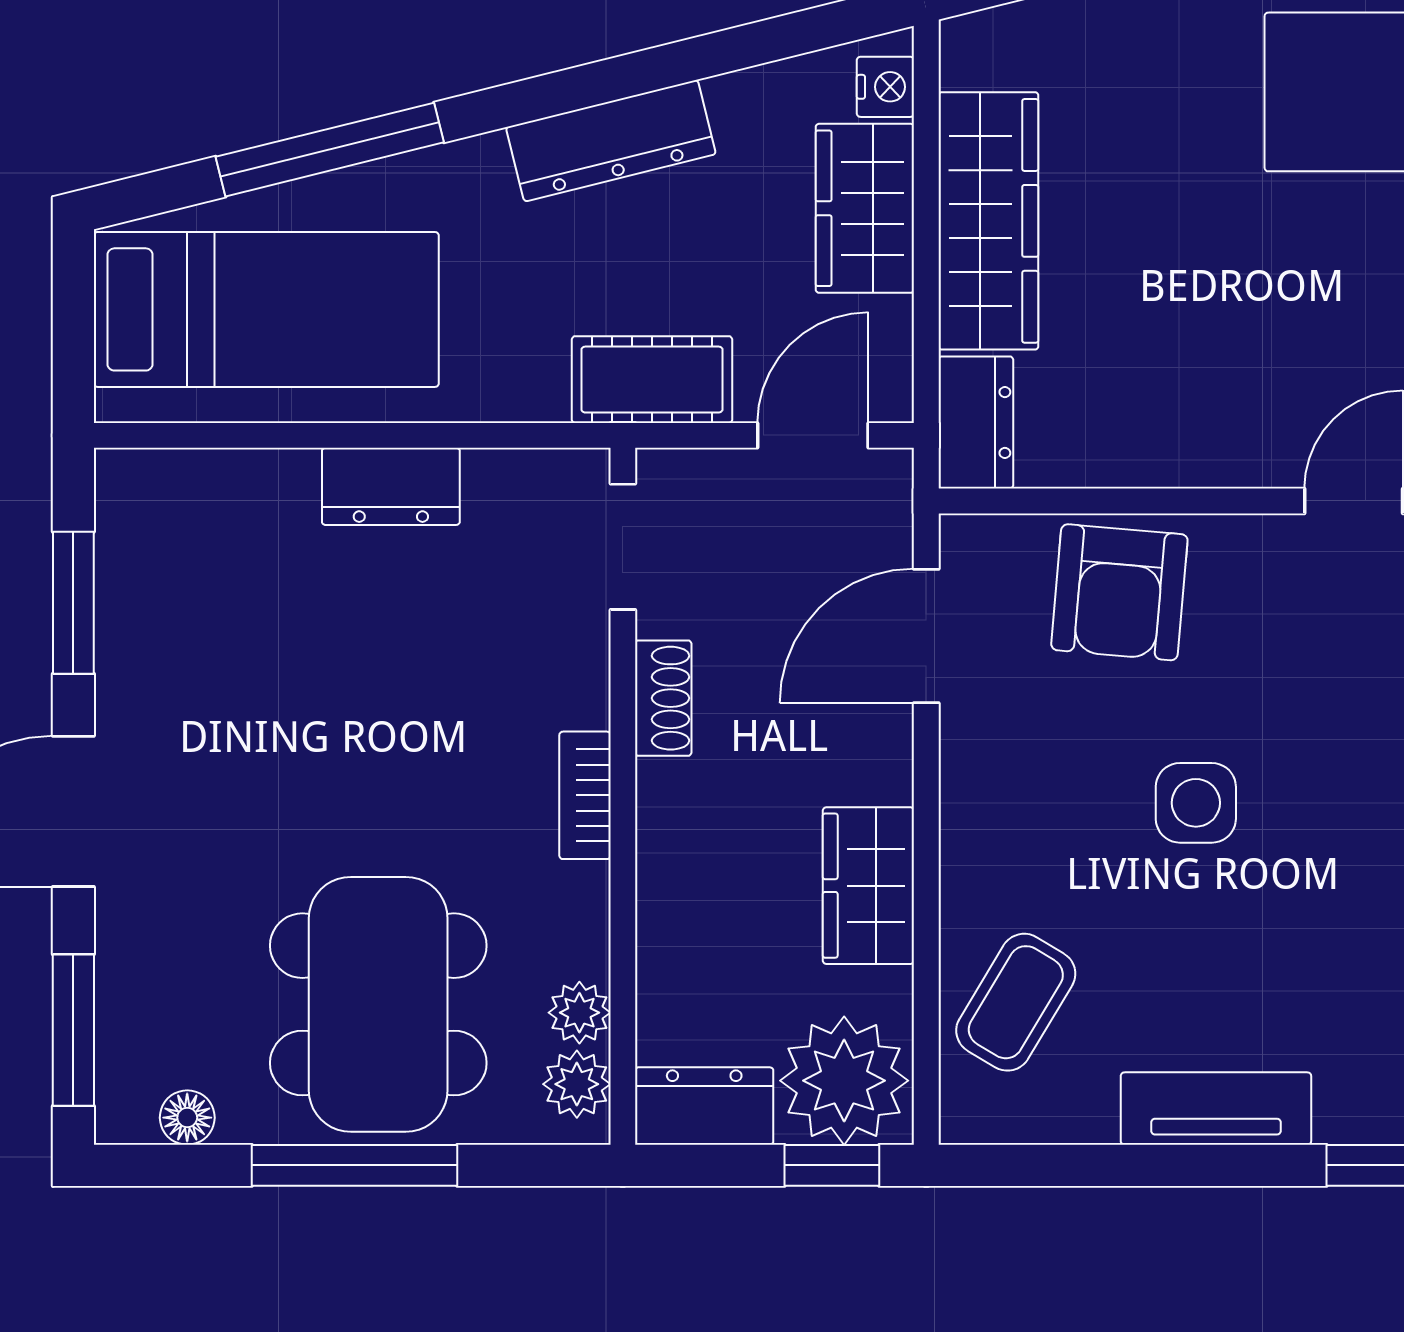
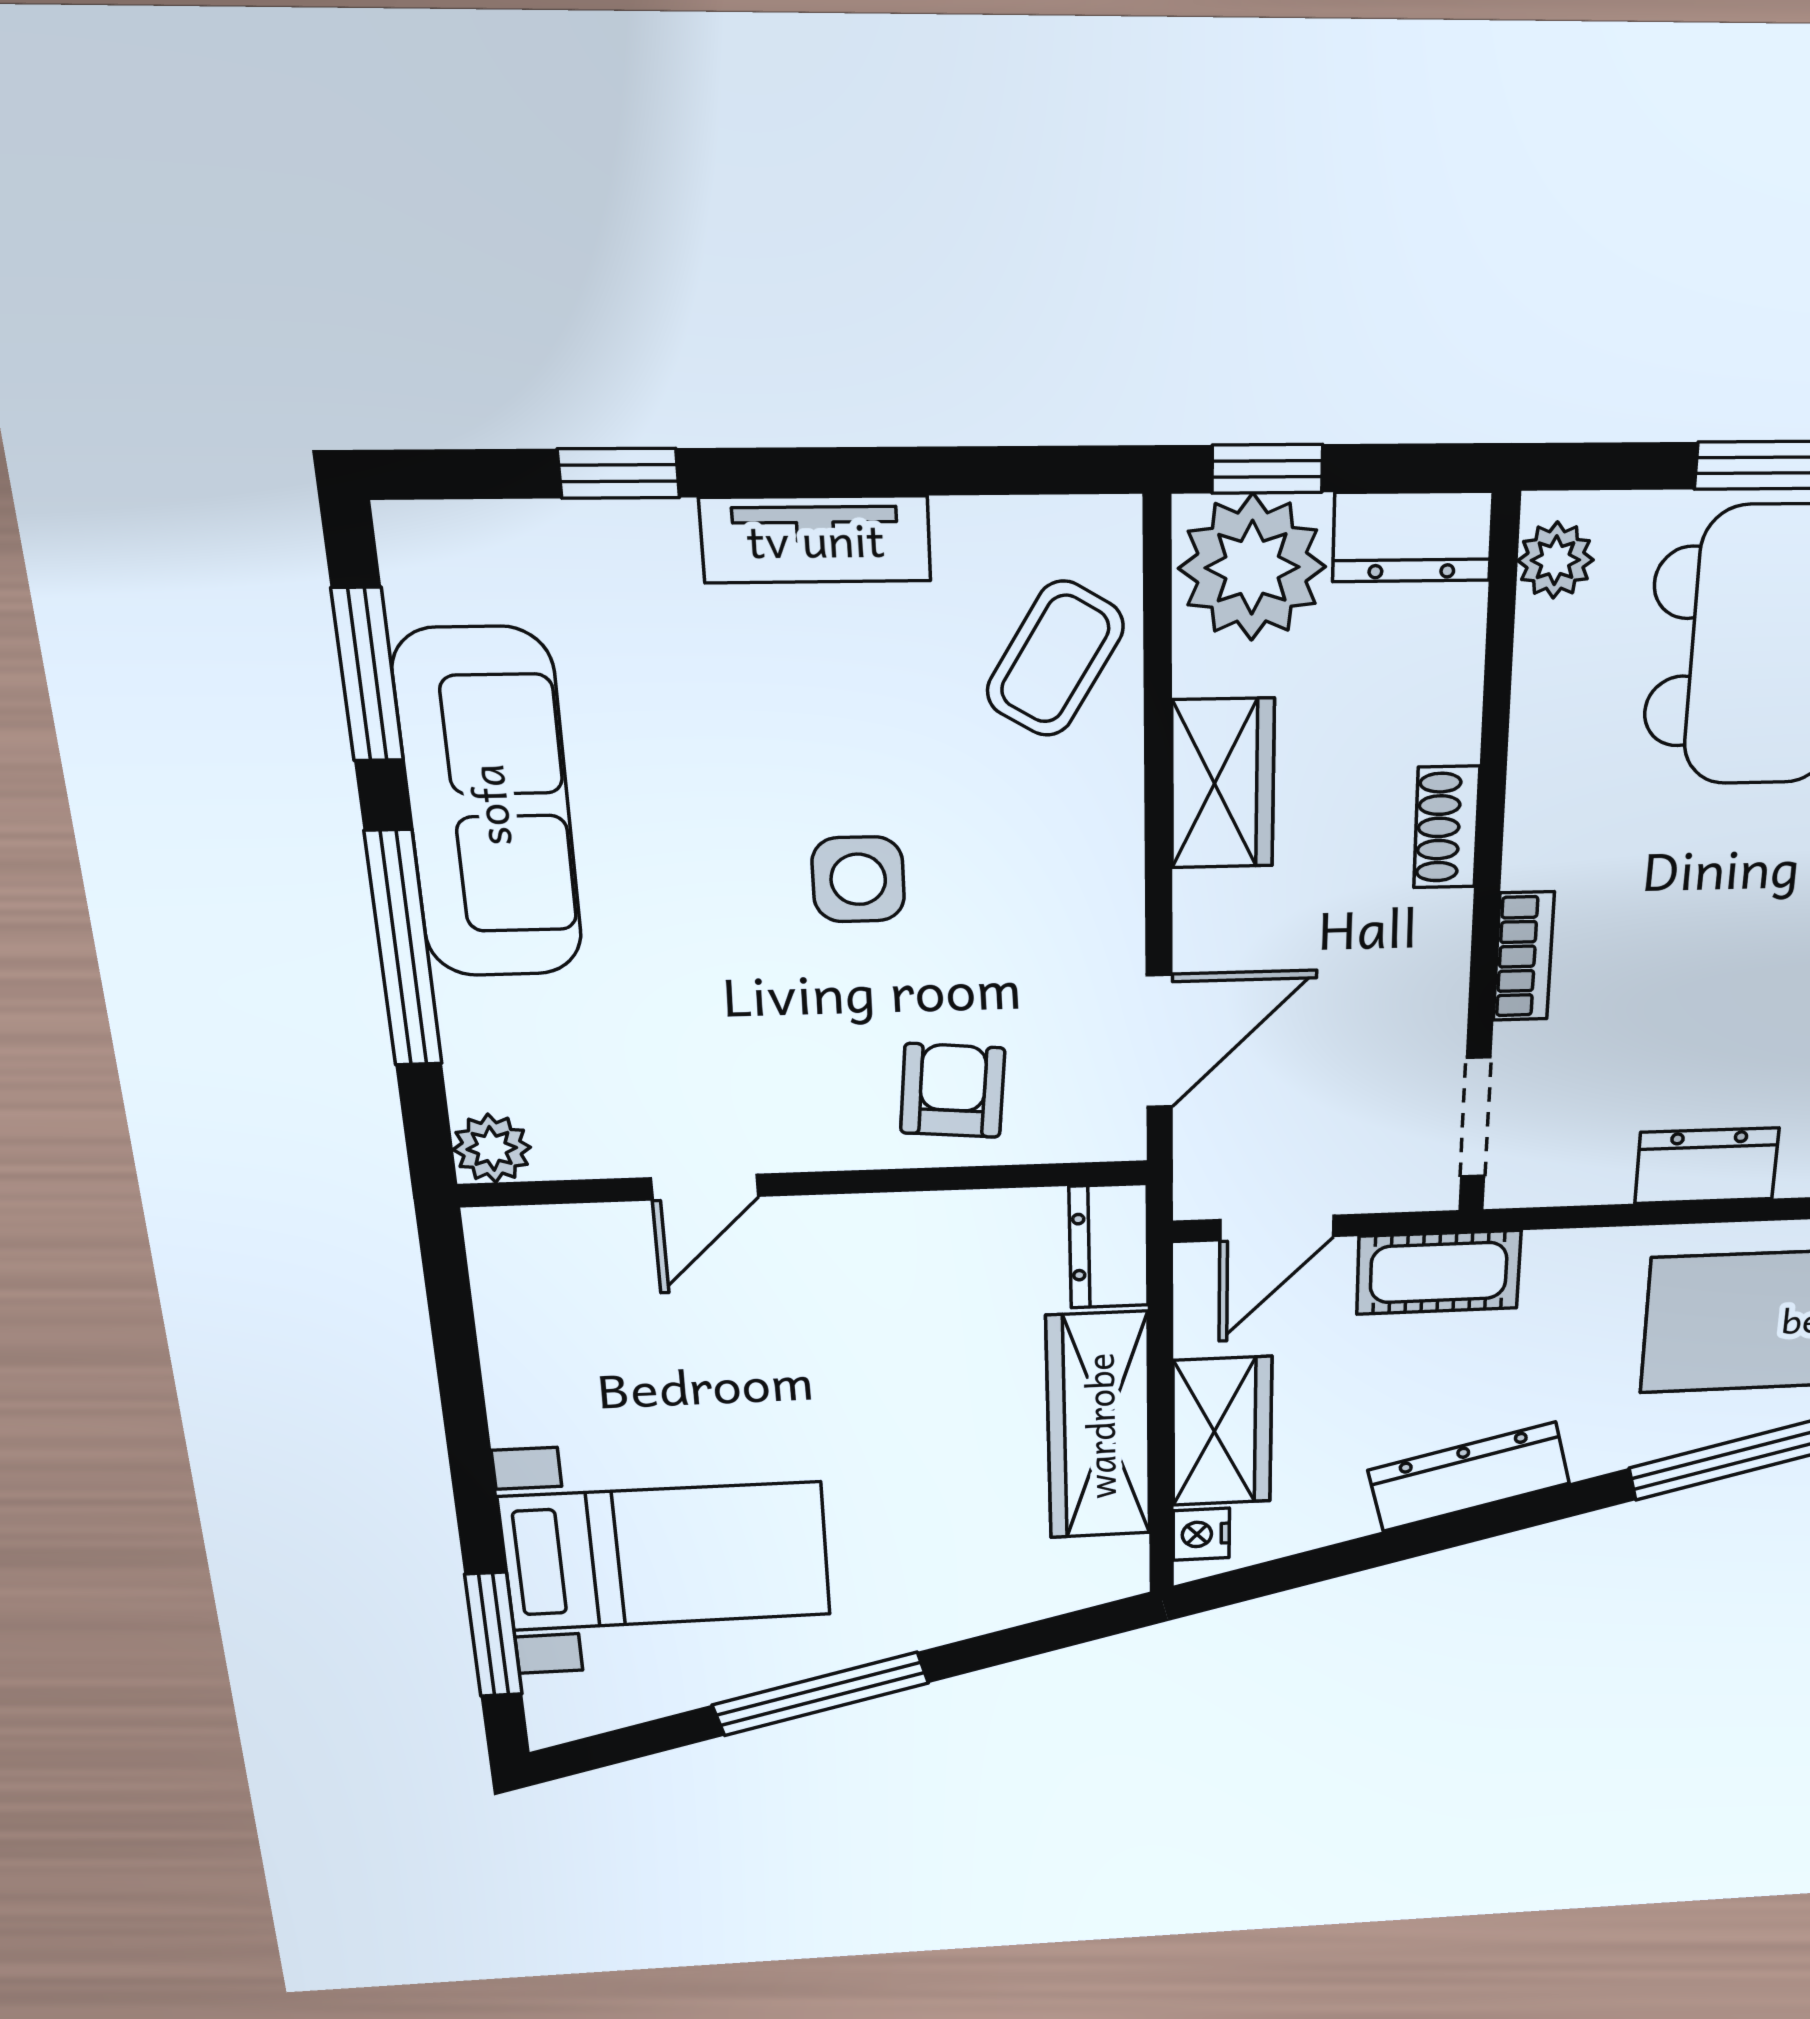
armchair: (1119, 592) -> (953, 1091), width x0.72, depth x0.72
shoe rack: (663, 698) -> (1447, 827), moved
bookcase: (585, 795) -> (1524, 956), moved
plant: (579, 1013) -> (1548, 640), removed

